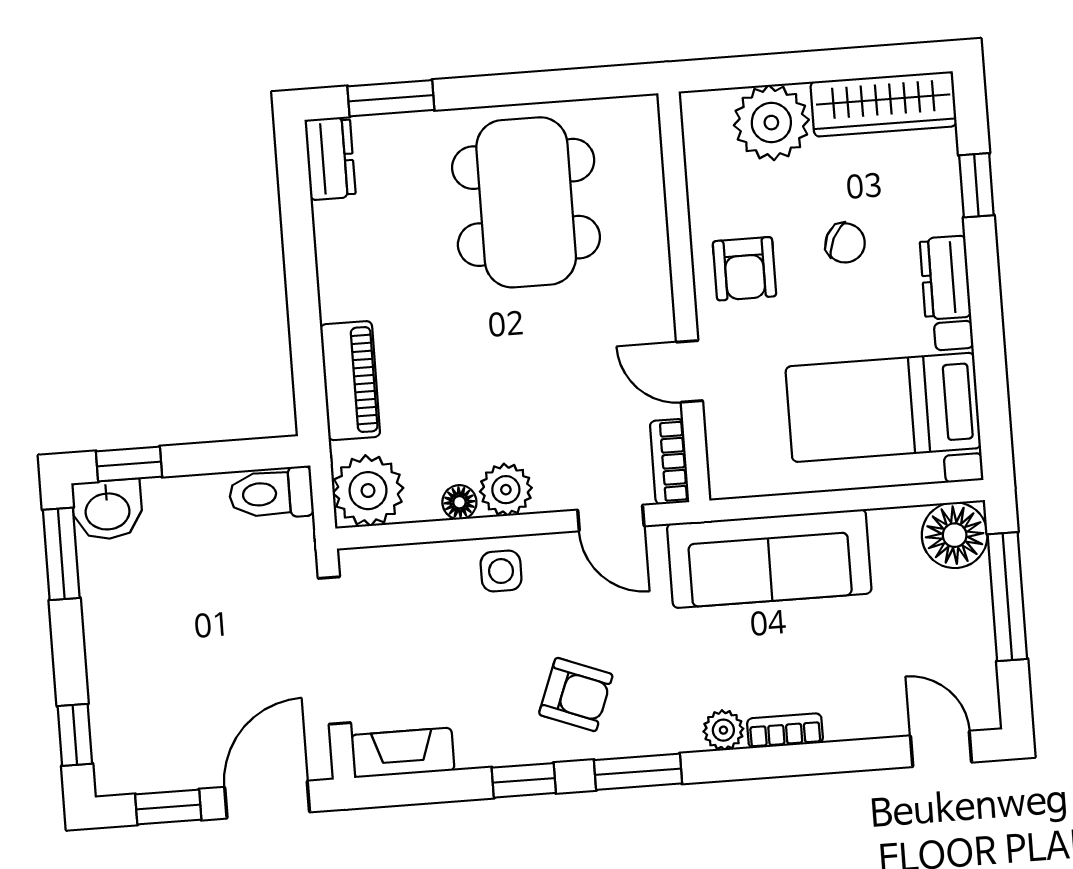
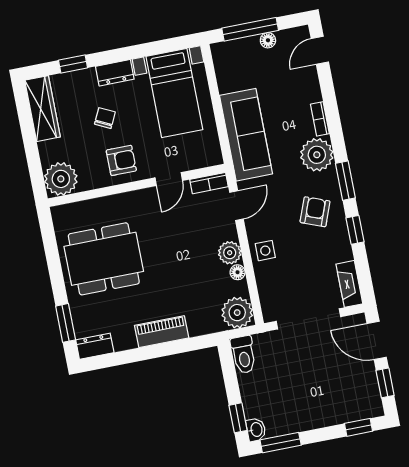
plant: (771, 123) -> (61, 179), moved
piano: (350, 381) -> (162, 332), moved
washbasin: (107, 510) -> (256, 430), width x0.72, depth x0.69
floor lamp: (955, 535) -> (268, 40), moved, width x0.53, depth x0.53
plant: (723, 730) -> (317, 155), width x1.88, depth x1.88

